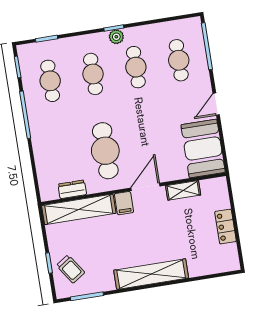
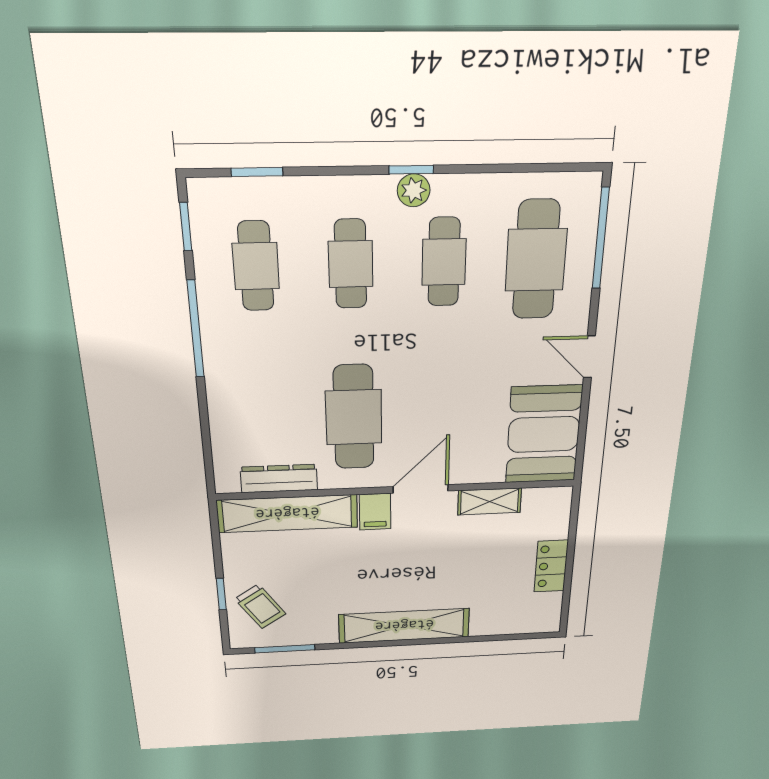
cafe table: (179, 60) -> (536, 260), width x1.37, depth x1.35
door: (216, 104) -> (589, 357), hinge flipped
dresser: (72, 189) -> (279, 479), width x1.44

